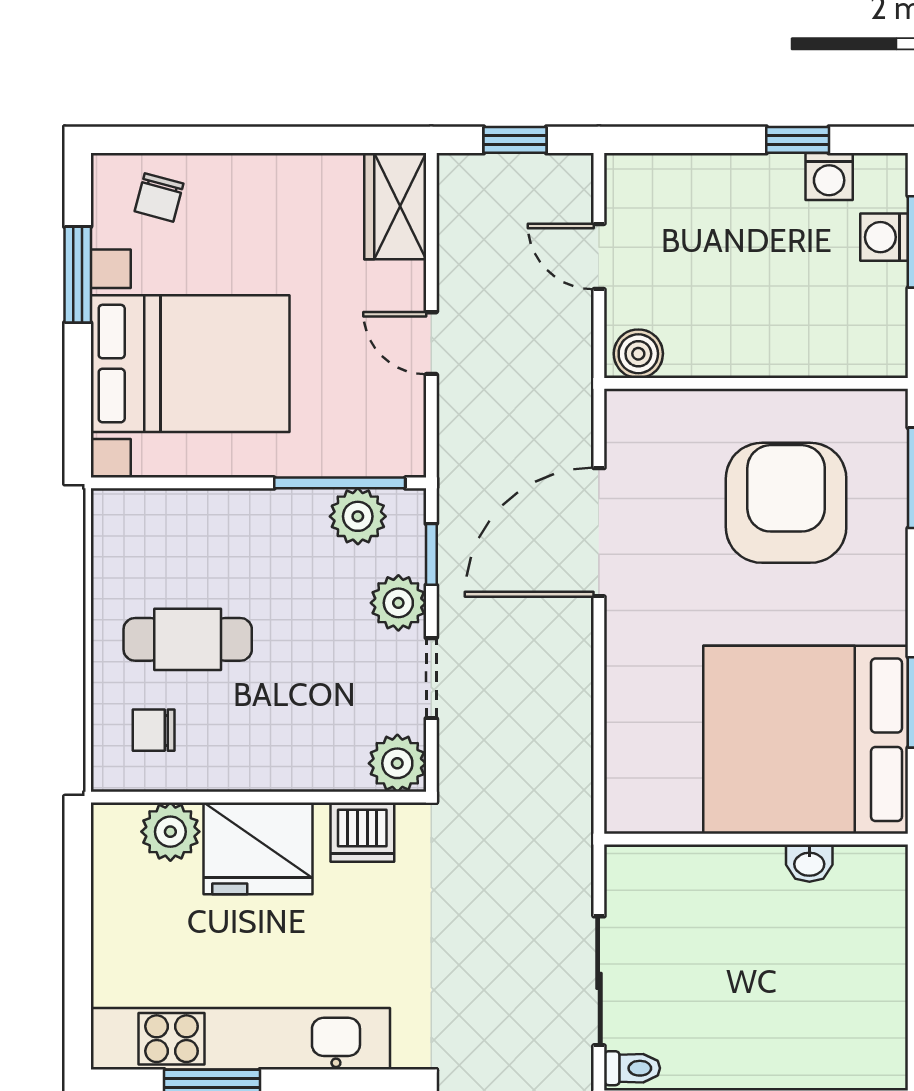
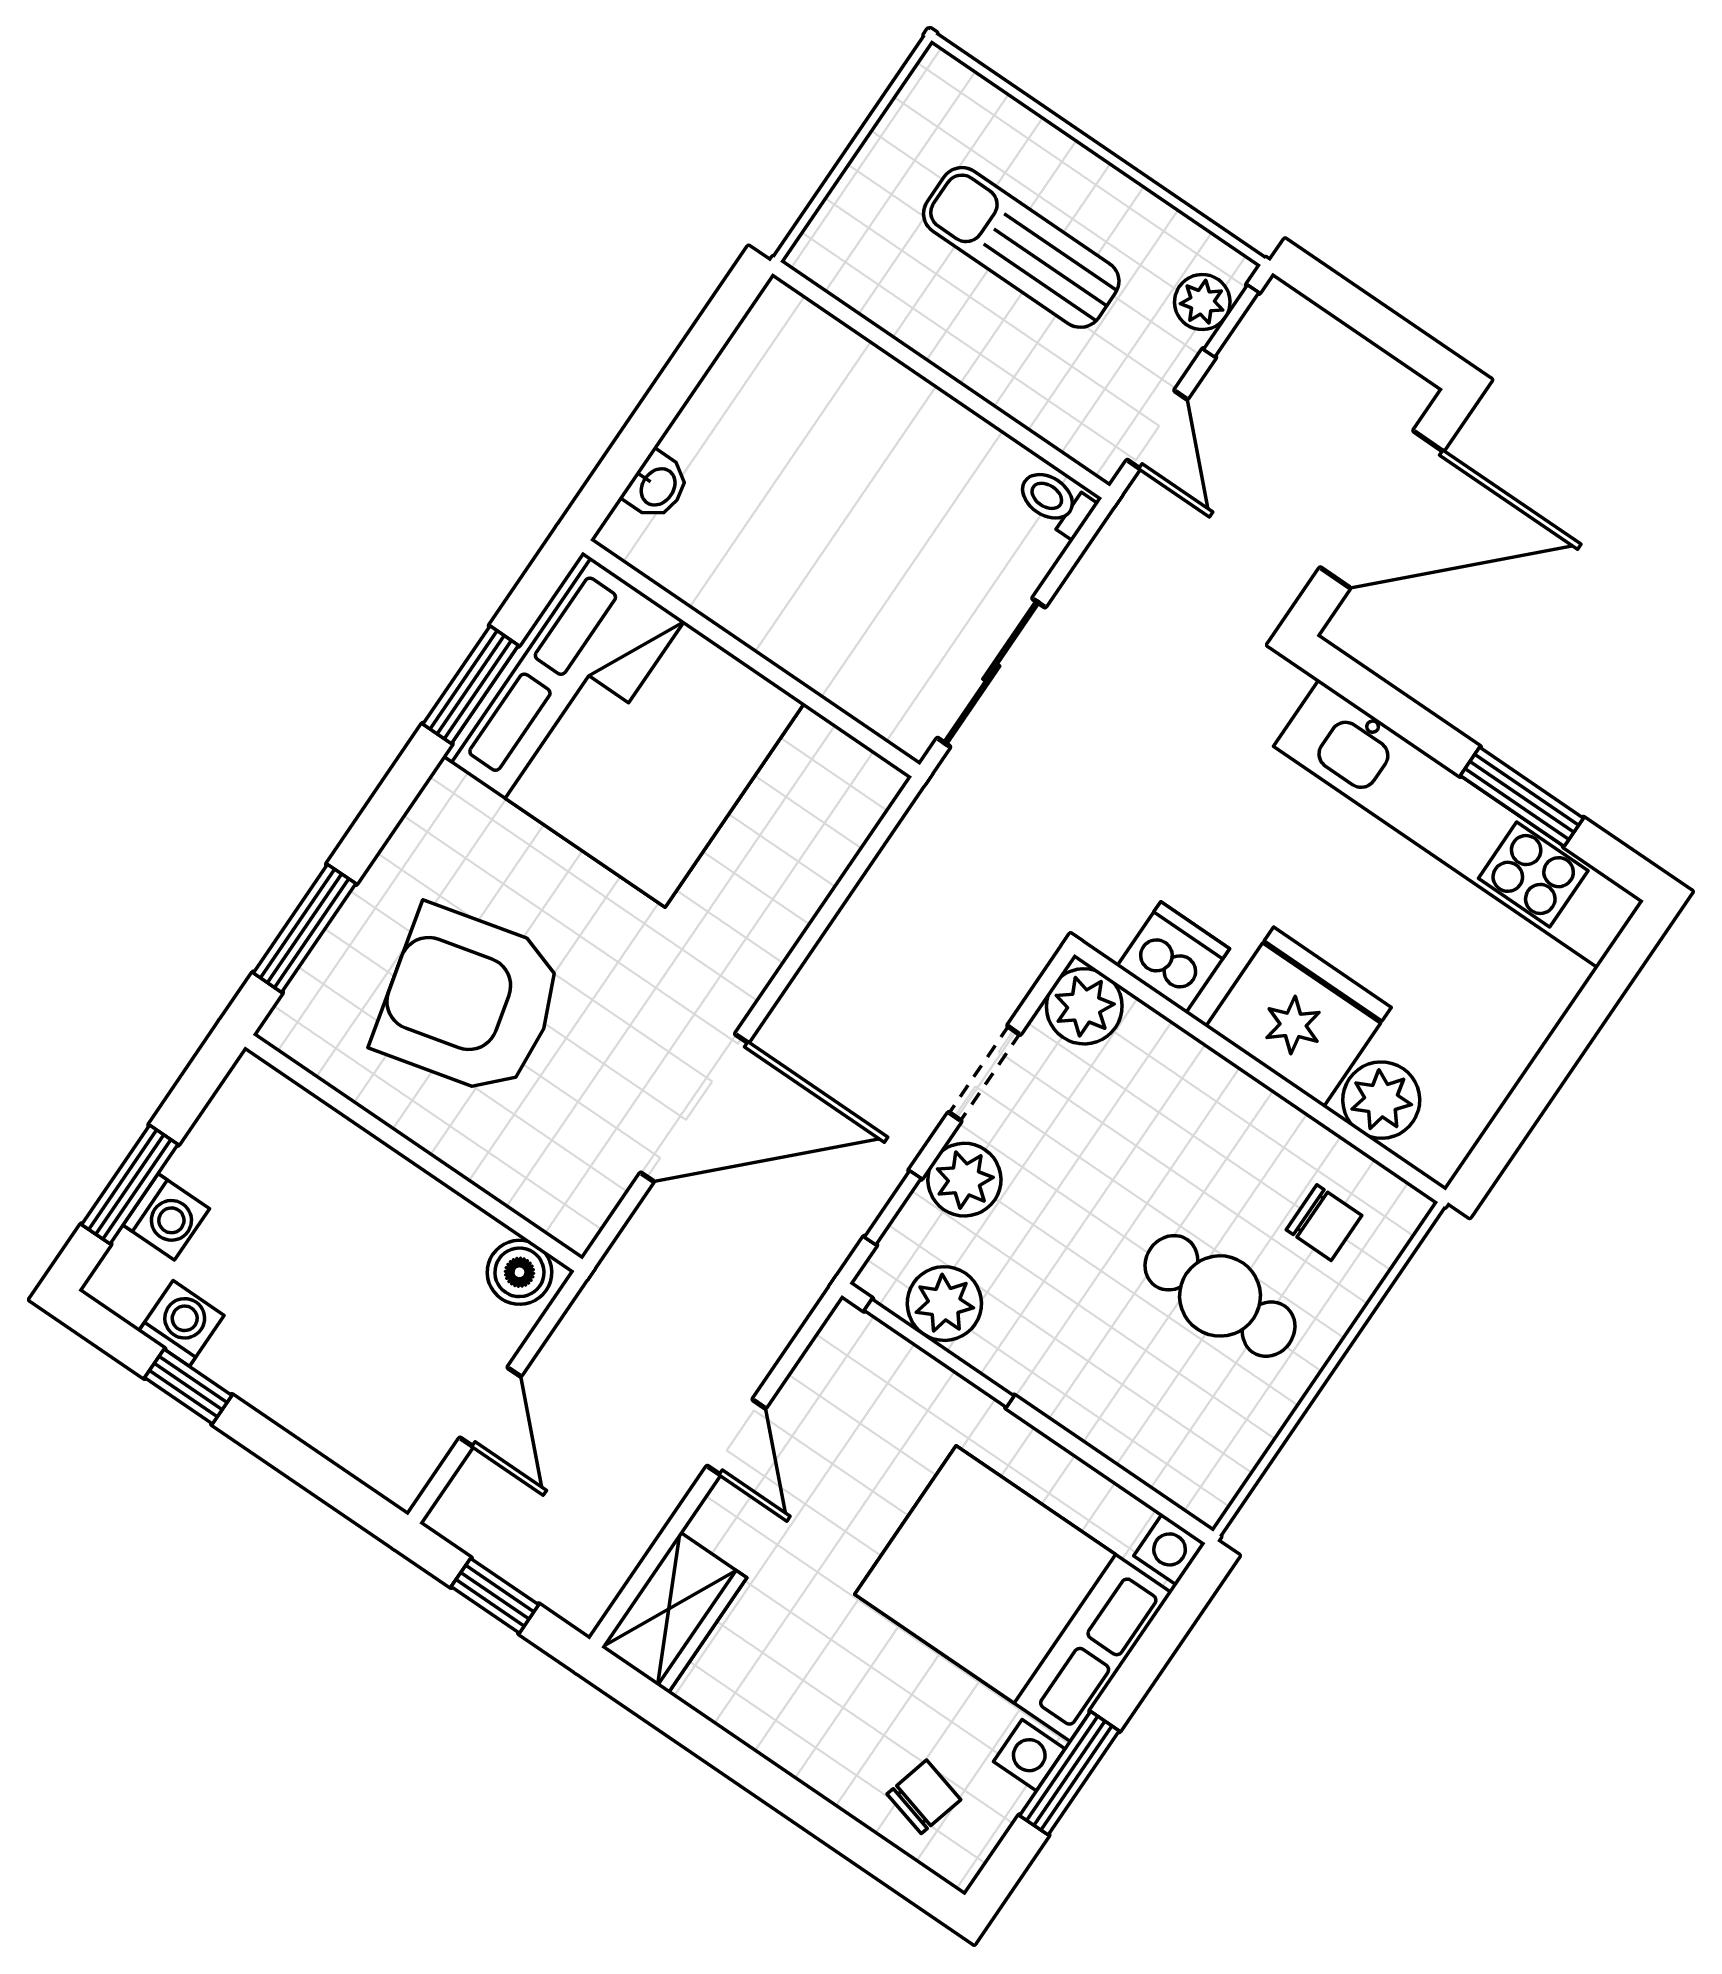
armchair: (786, 503) -> (470, 1001), turned 76
washbasin: (809, 863) -> (657, 486), moved, turned 90
sliding door: (599, 981) -> (991, 673), moved

